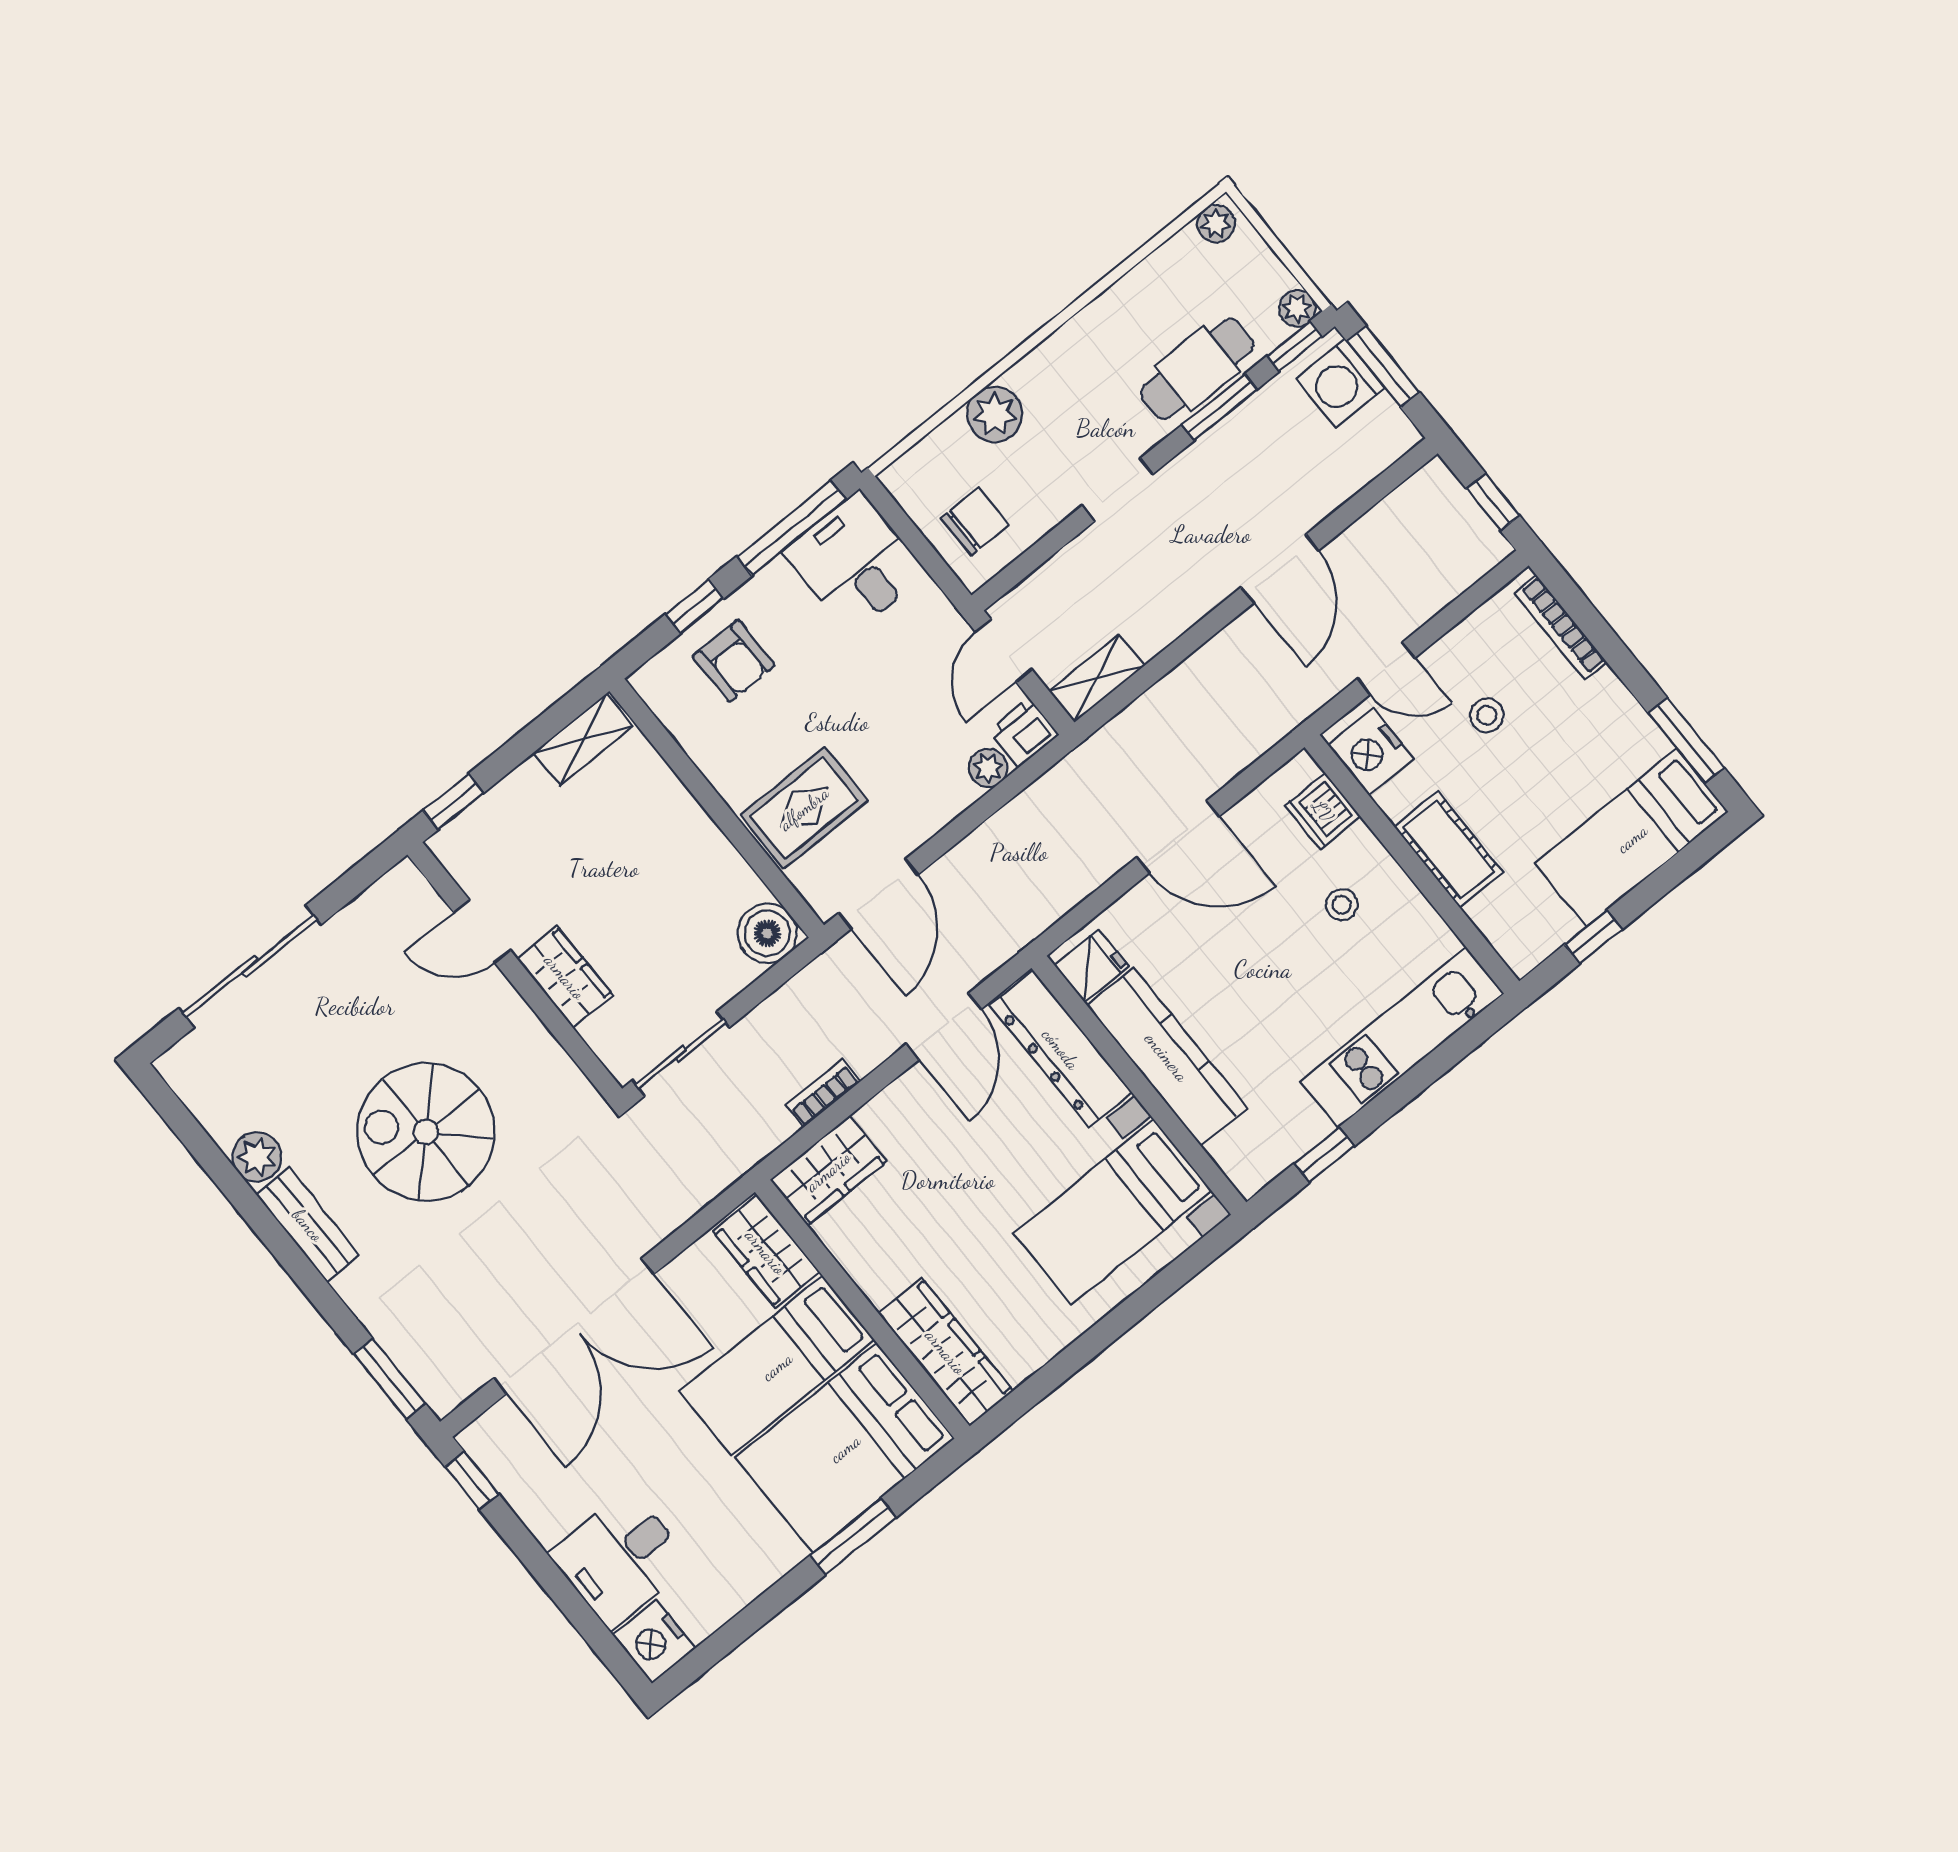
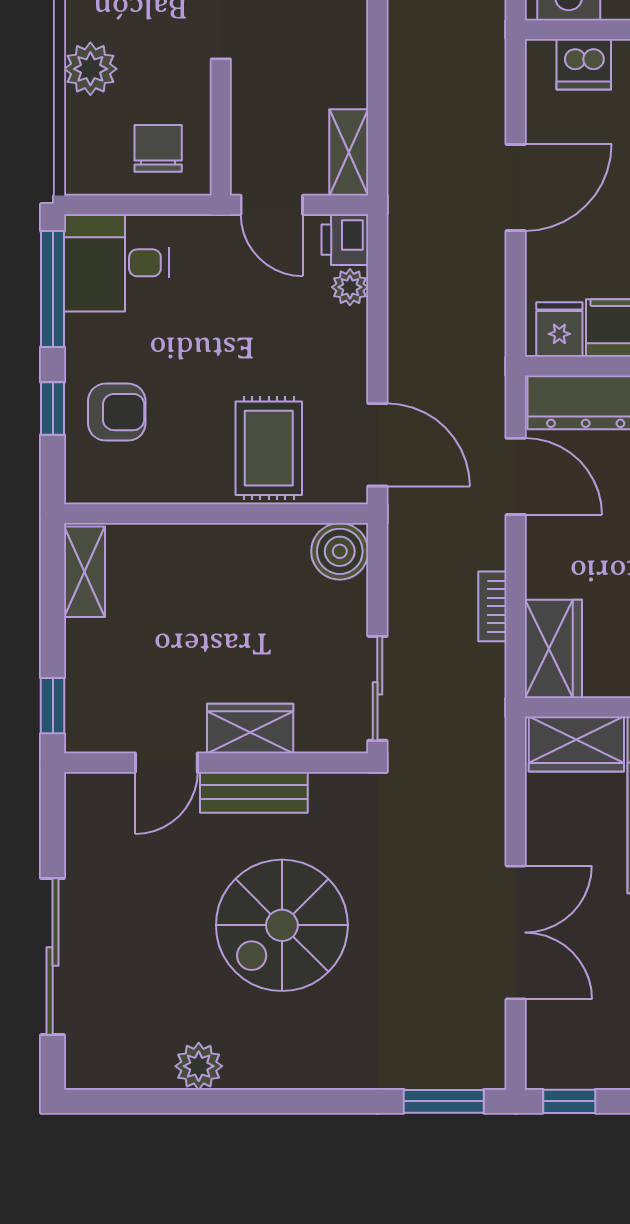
bench: (308, 1225) -> (254, 792), moved
double door: (574, 1326) -> (516, 932), width x0.73

